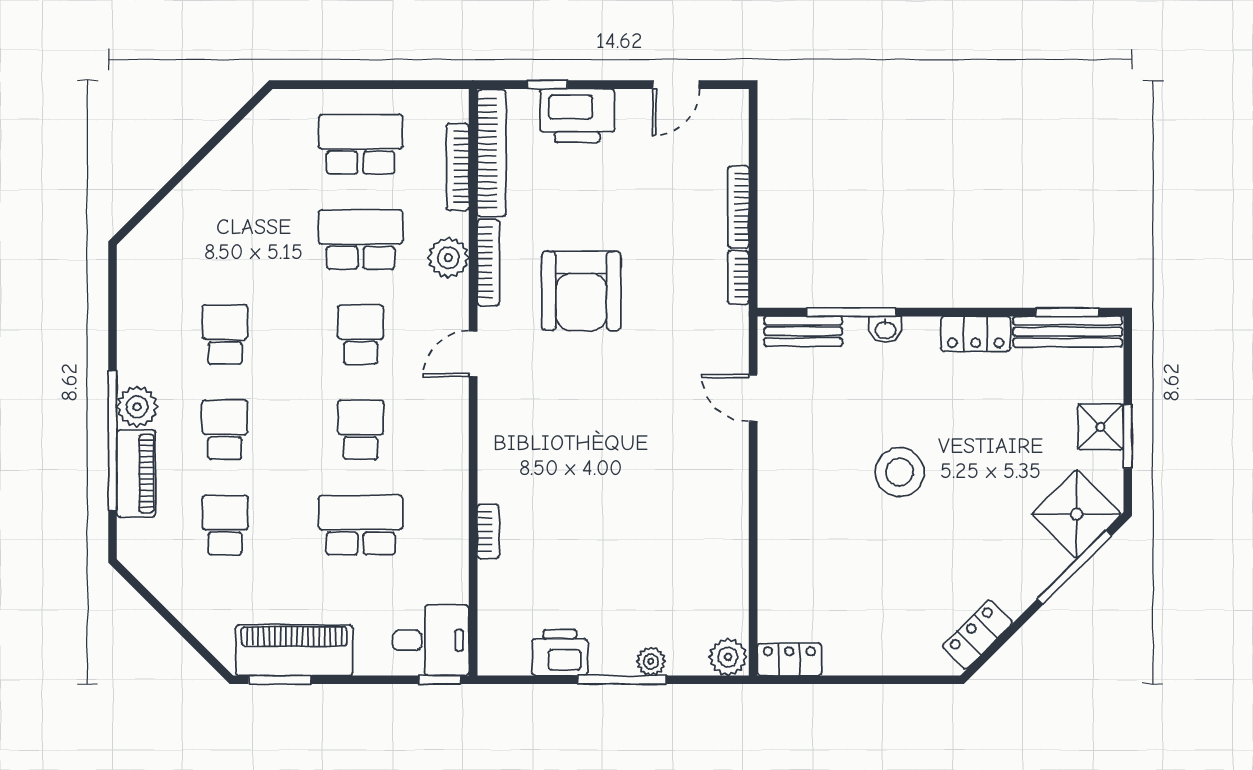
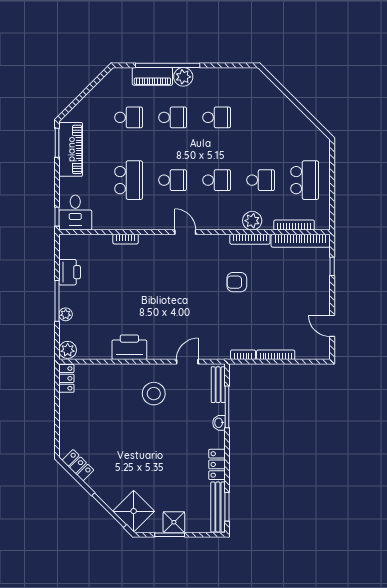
printer: (577, 116) -> (129, 347), moved, turned 90
school desk: (361, 239) -> (261, 180), width x0.54
armchair: (581, 291) -> (237, 282), width x0.53, depth x0.53
door: (473, 354) -> (185, 232), moved
stool: (900, 472) -> (154, 394), moved

